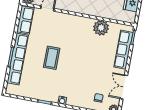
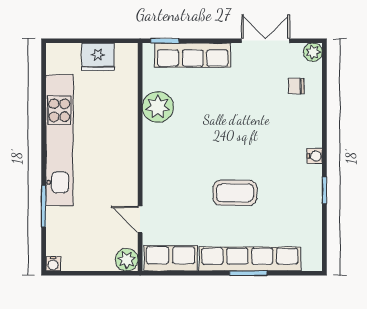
double door: (124, 87) -> (266, 41), swing flipped

